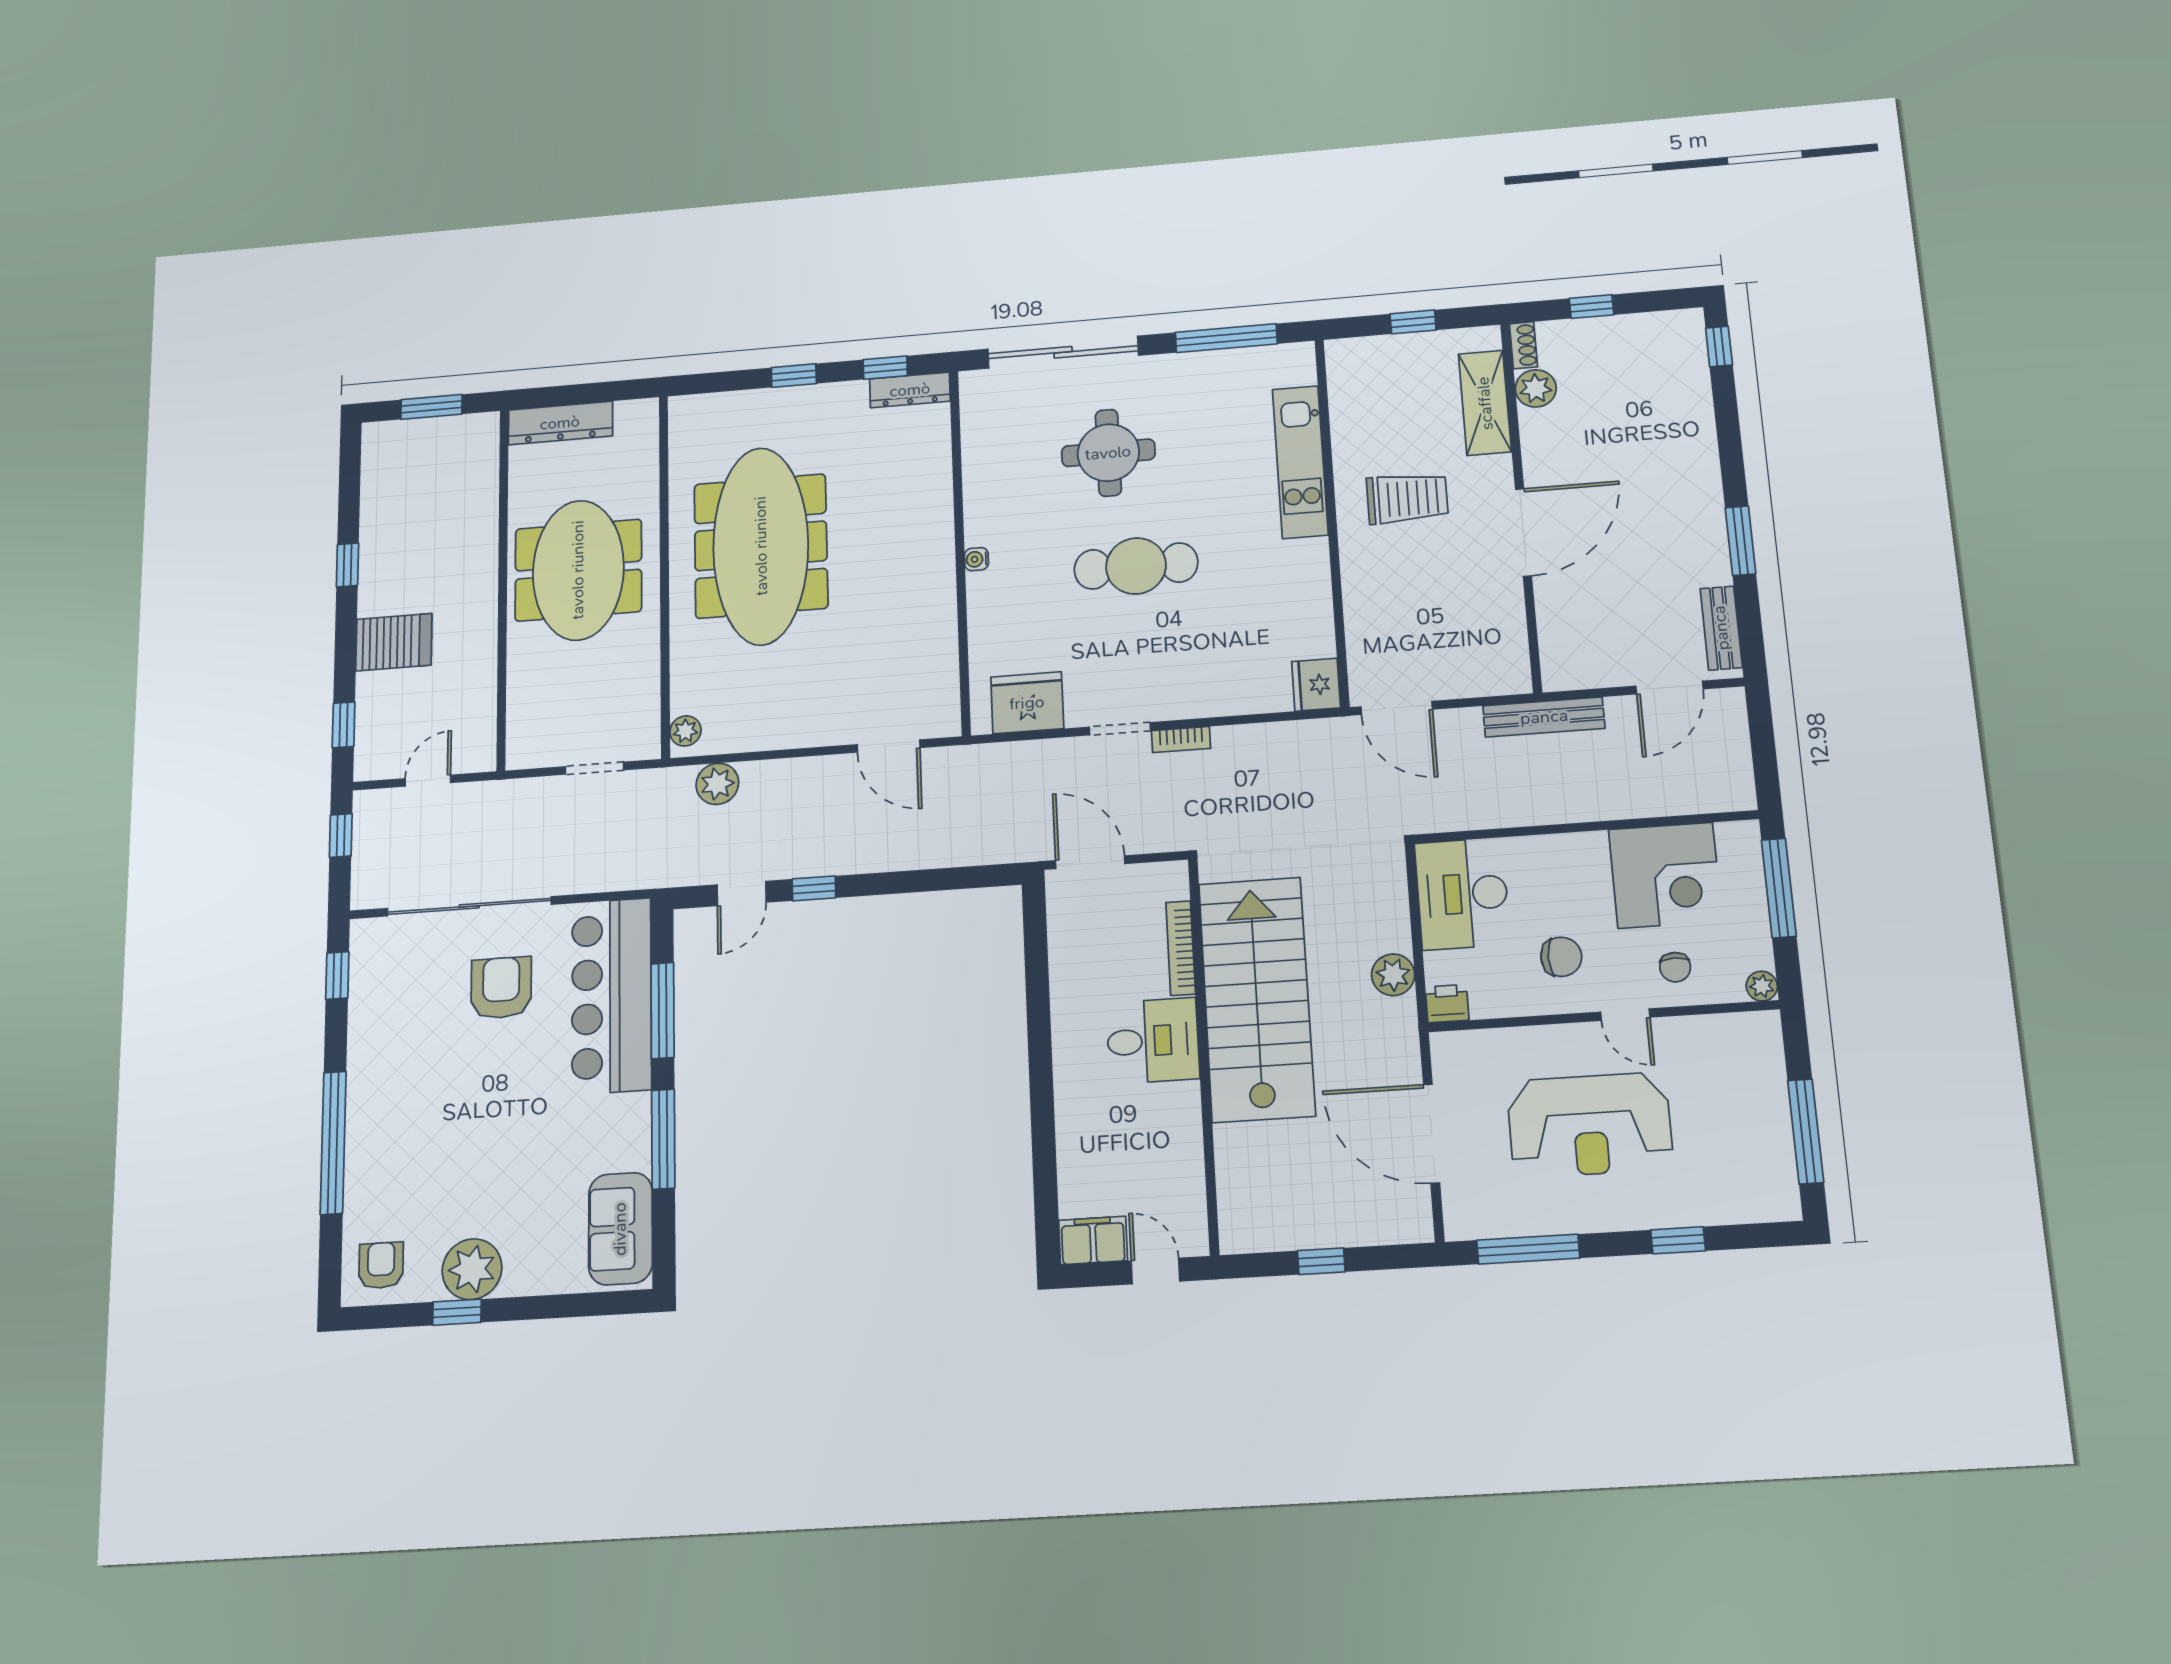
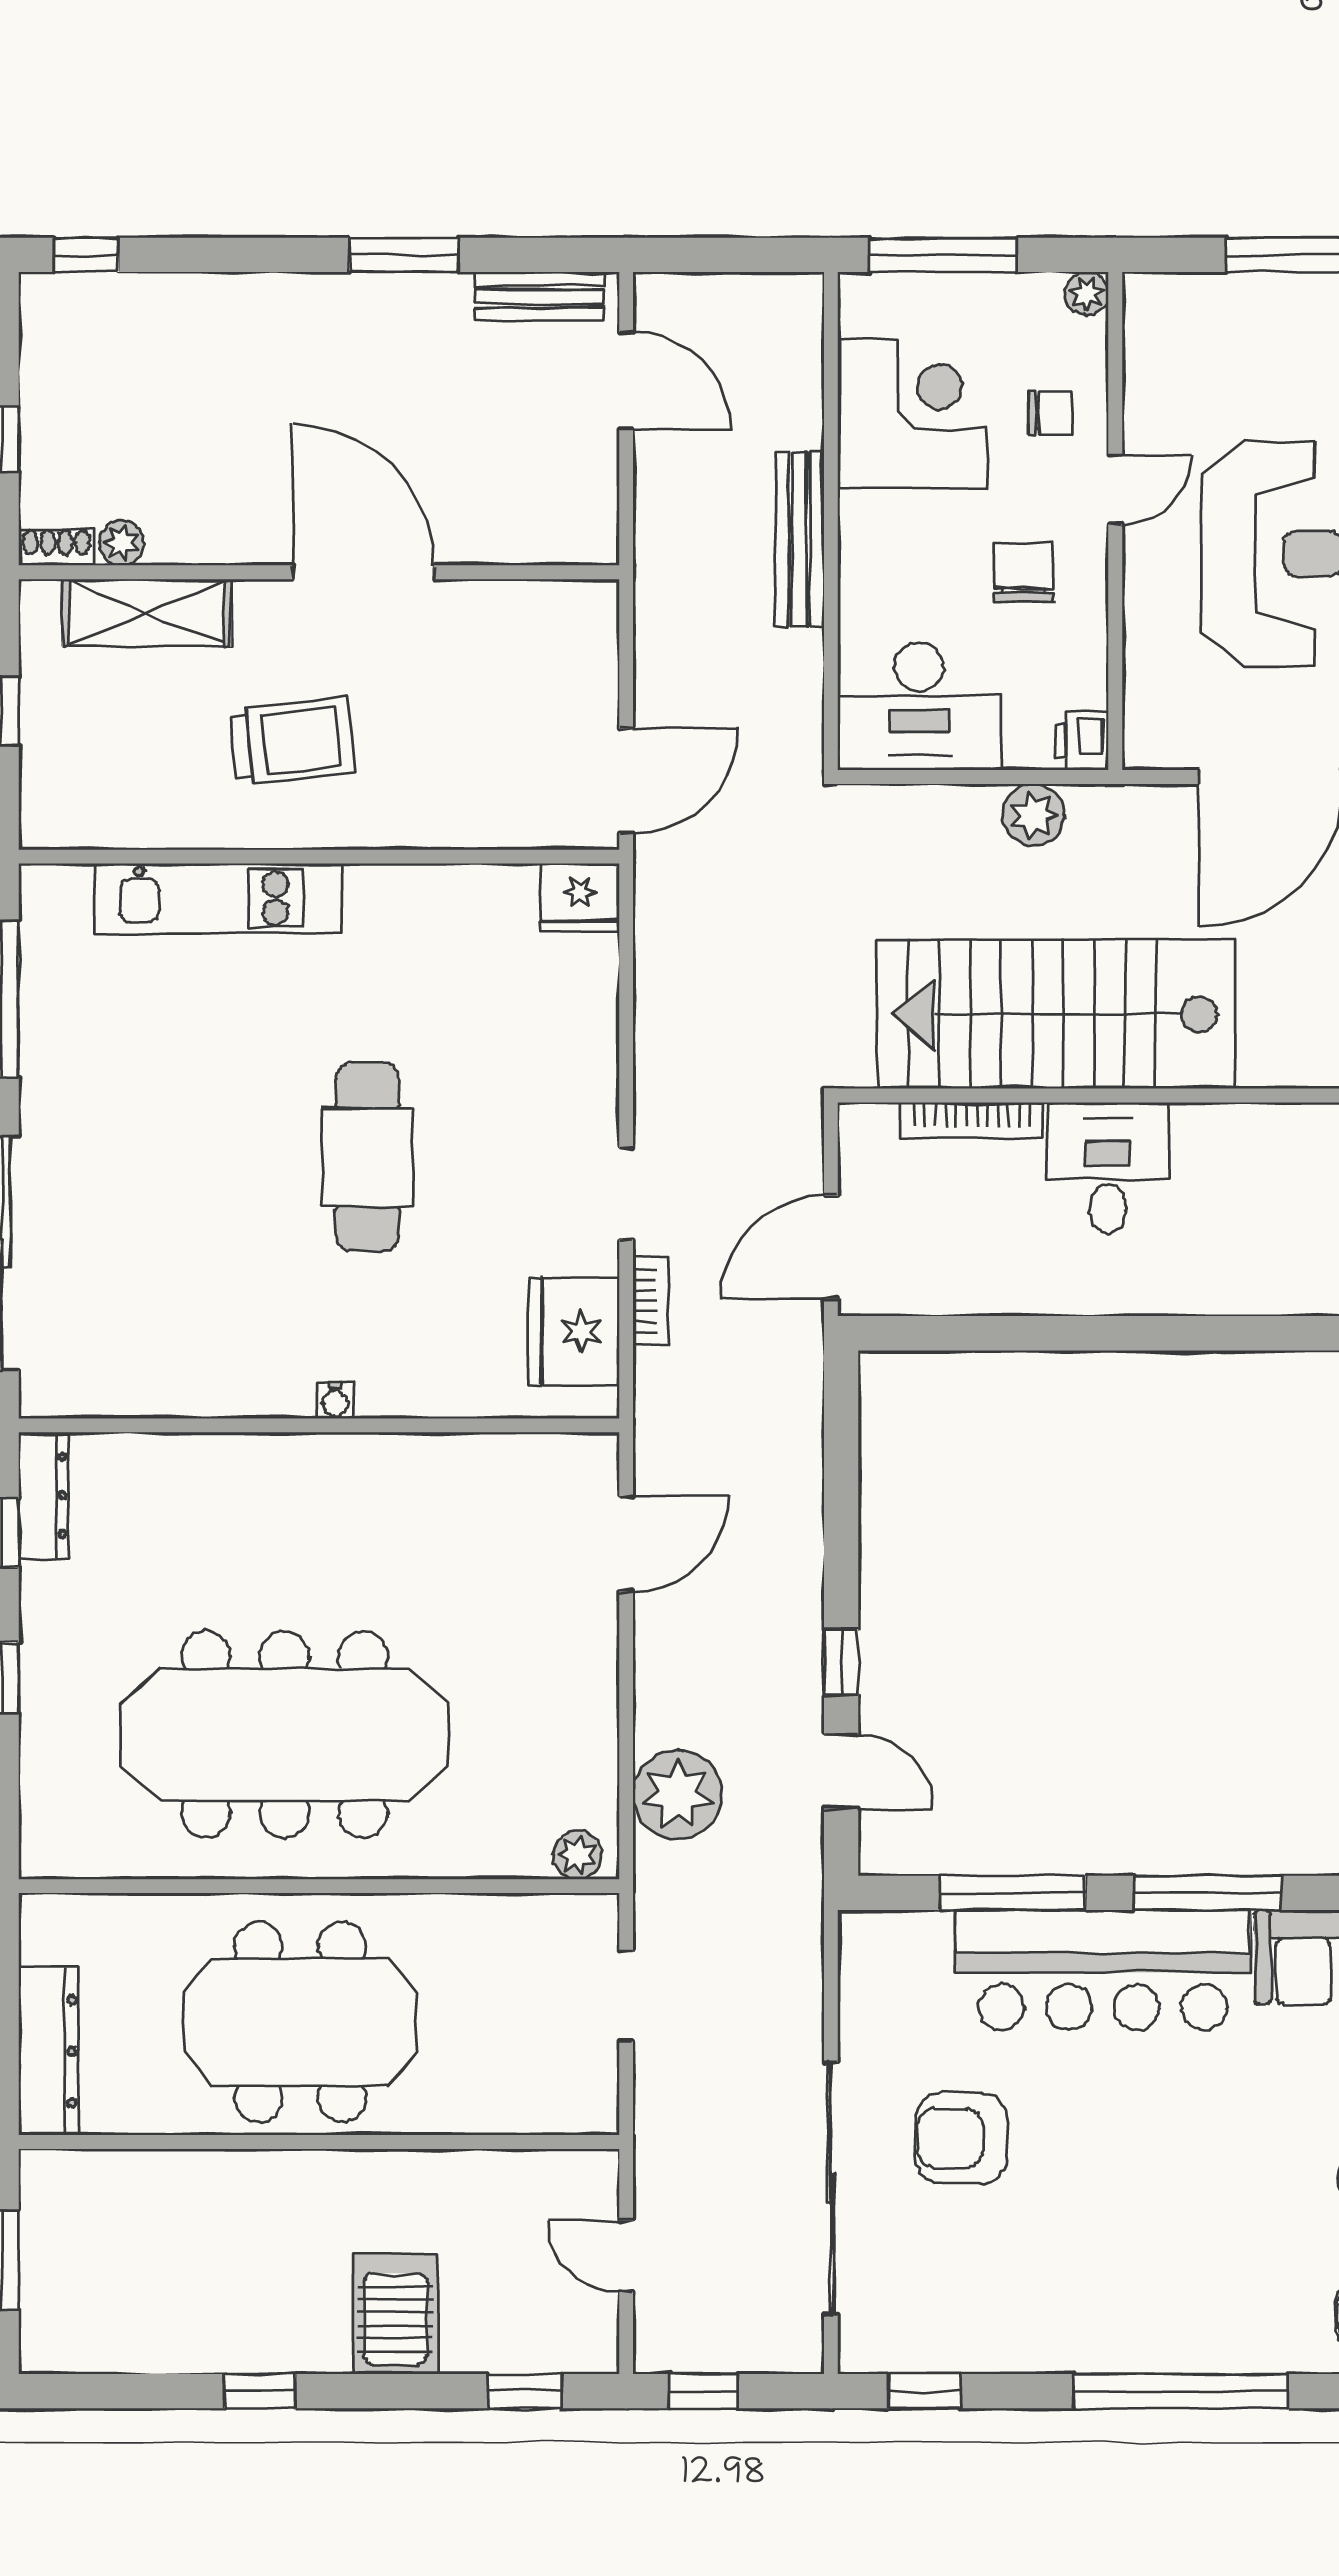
plant: (1536, 388) -> (121, 543), width x0.73, depth x0.73
round table: (1108, 453) -> (177, 1190), removed
trolley: (1407, 498) -> (293, 741), turned 84
bench: (1544, 717) -> (800, 539), moved
bookcase: (1181, 740) -> (650, 1301), moved
plant: (717, 784) -> (678, 1795), width x1.36, depth x1.36
bar counter: (612, 996) -> (1103, 1970), moved

